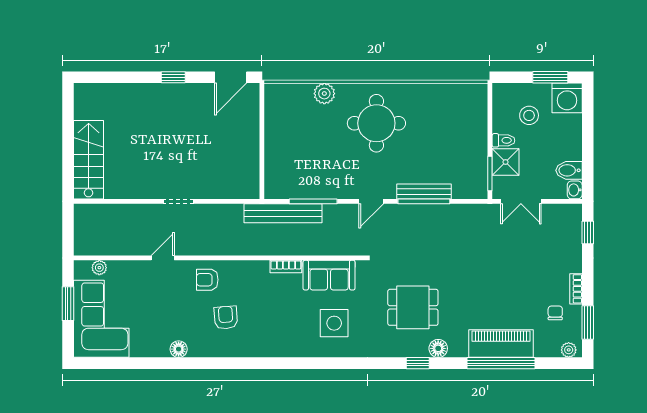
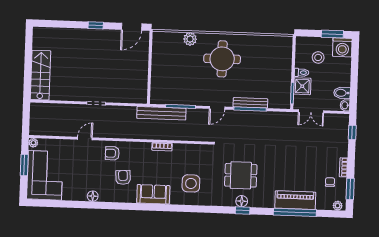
plant: (99, 268) -> (33, 143), moved
sofa: (329, 275) -> (153, 194), moved, turned 180
floor lamp: (438, 348) -> (242, 201), moved

